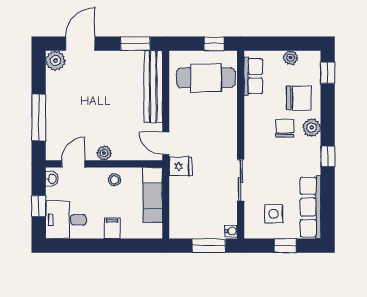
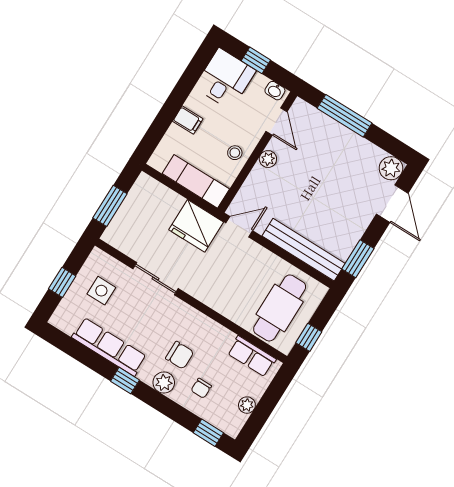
chair: (299, 98) -> (201, 388), width x0.54, depth x0.54
fridge: (181, 166) -> (196, 226), width x1.88, depth x1.34
row of seats: (310, 207) -> (109, 347), moved
water cooler: (231, 231) -> (110, 237), removed

